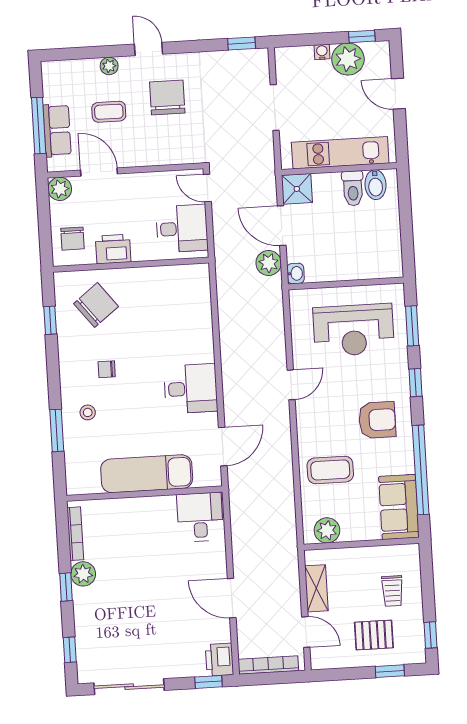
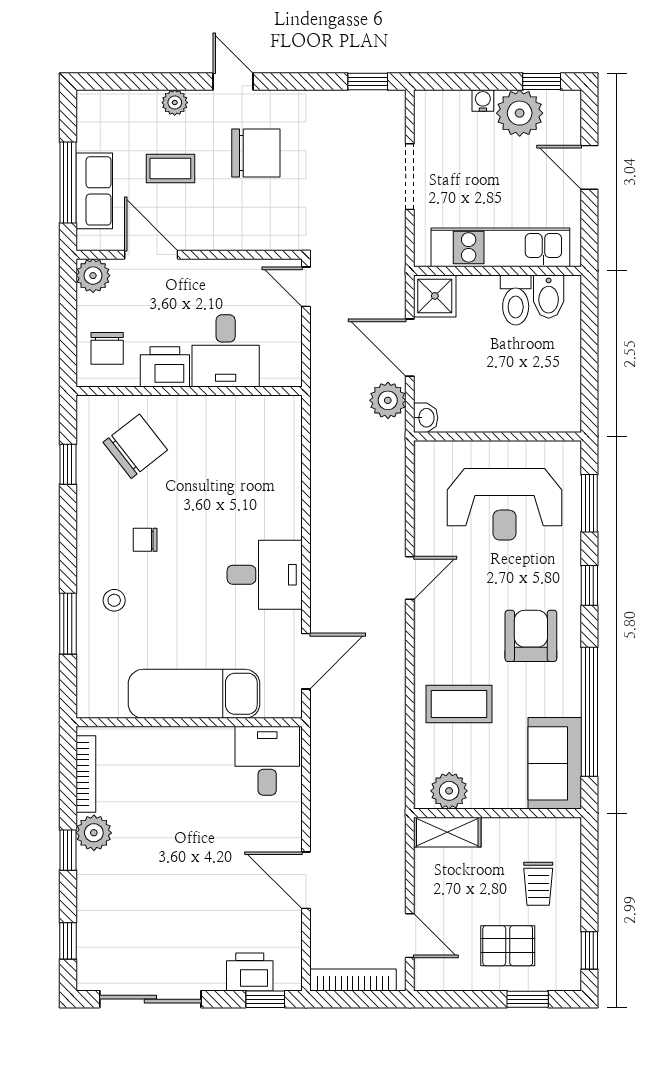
chair: (167, 97) -> (256, 153), turned 90
desk: (182, 229) -> (226, 351), moved, turned 90
armchair: (377, 420) -> (531, 636), turned -90
shelving: (316, 588) -> (447, 832), moved, turned 90
printer: (219, 660) -> (250, 972), moved, turned 90

